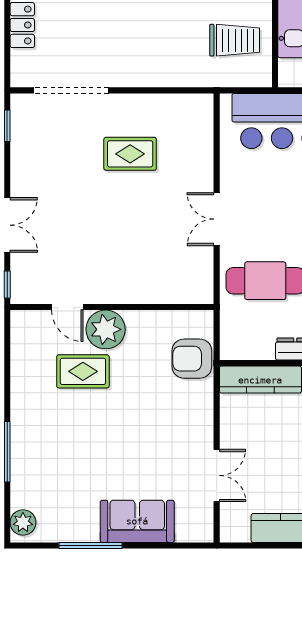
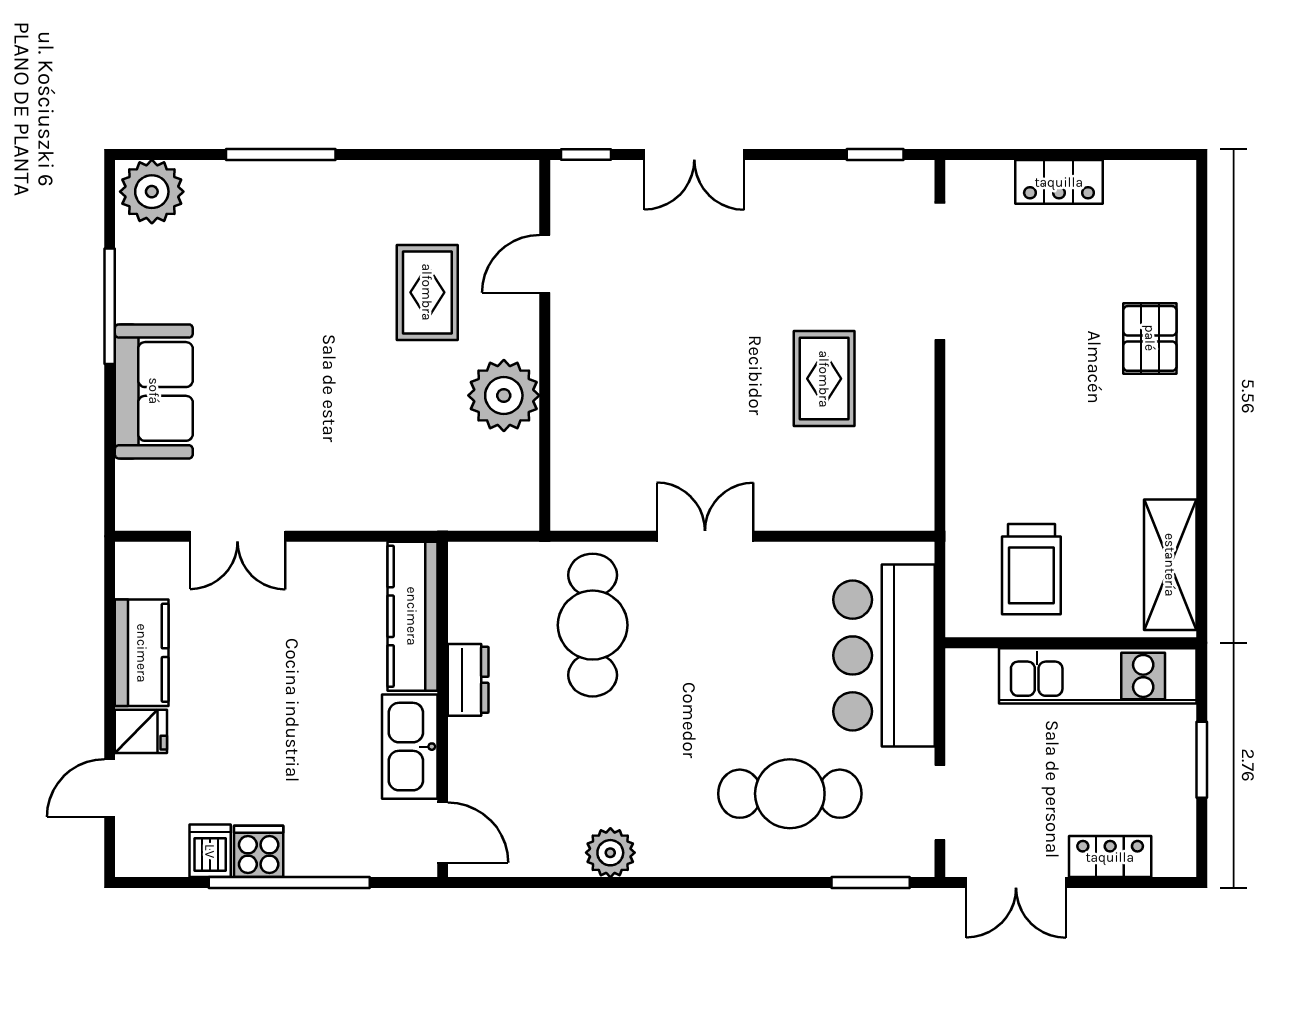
plant: (106, 329) -> (504, 395), moved
armchair: (192, 359) -> (451, 491), removed
plant: (23, 522) -> (152, 192), width x1.36, depth x1.36

